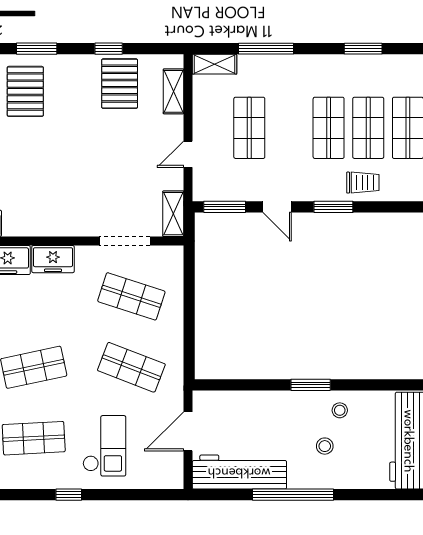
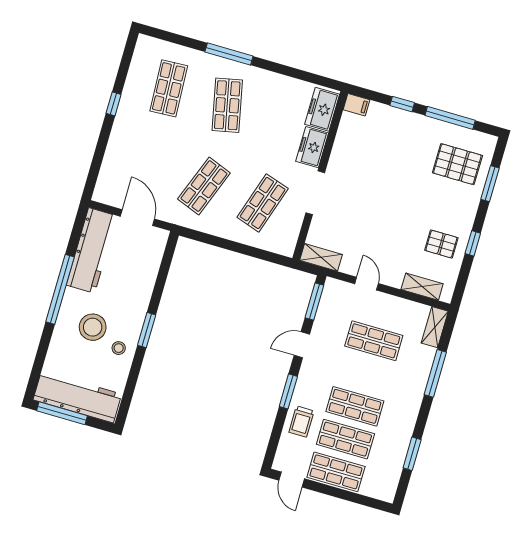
pallet: (120, 84) -> (441, 244), width x0.67, depth x0.71
doorway: (125, 241) -> (315, 193), moved
checkout: (104, 446) -> (145, 145), removed
stool: (325, 446) -> (93, 327), width x1.89, depth x1.89

